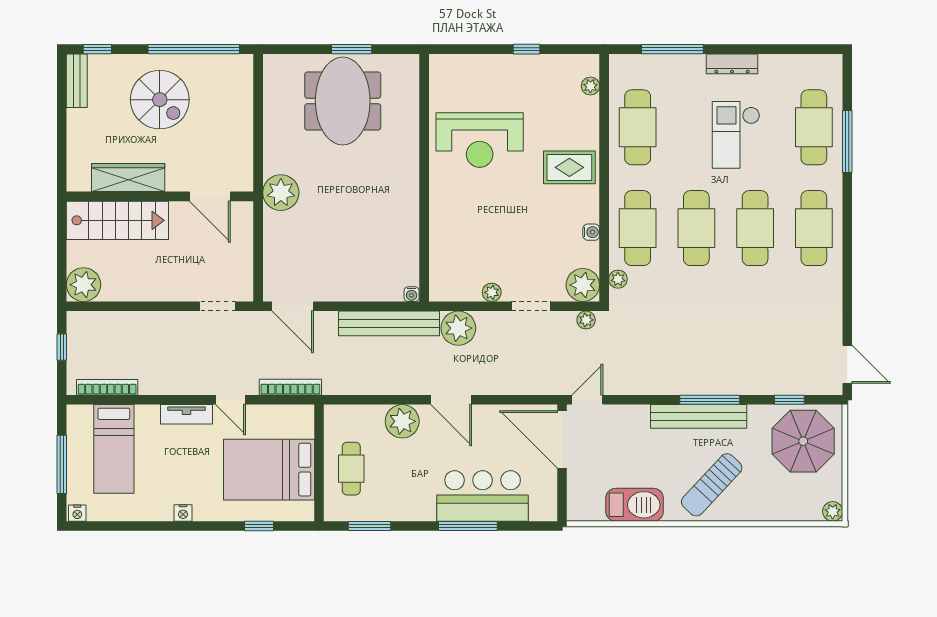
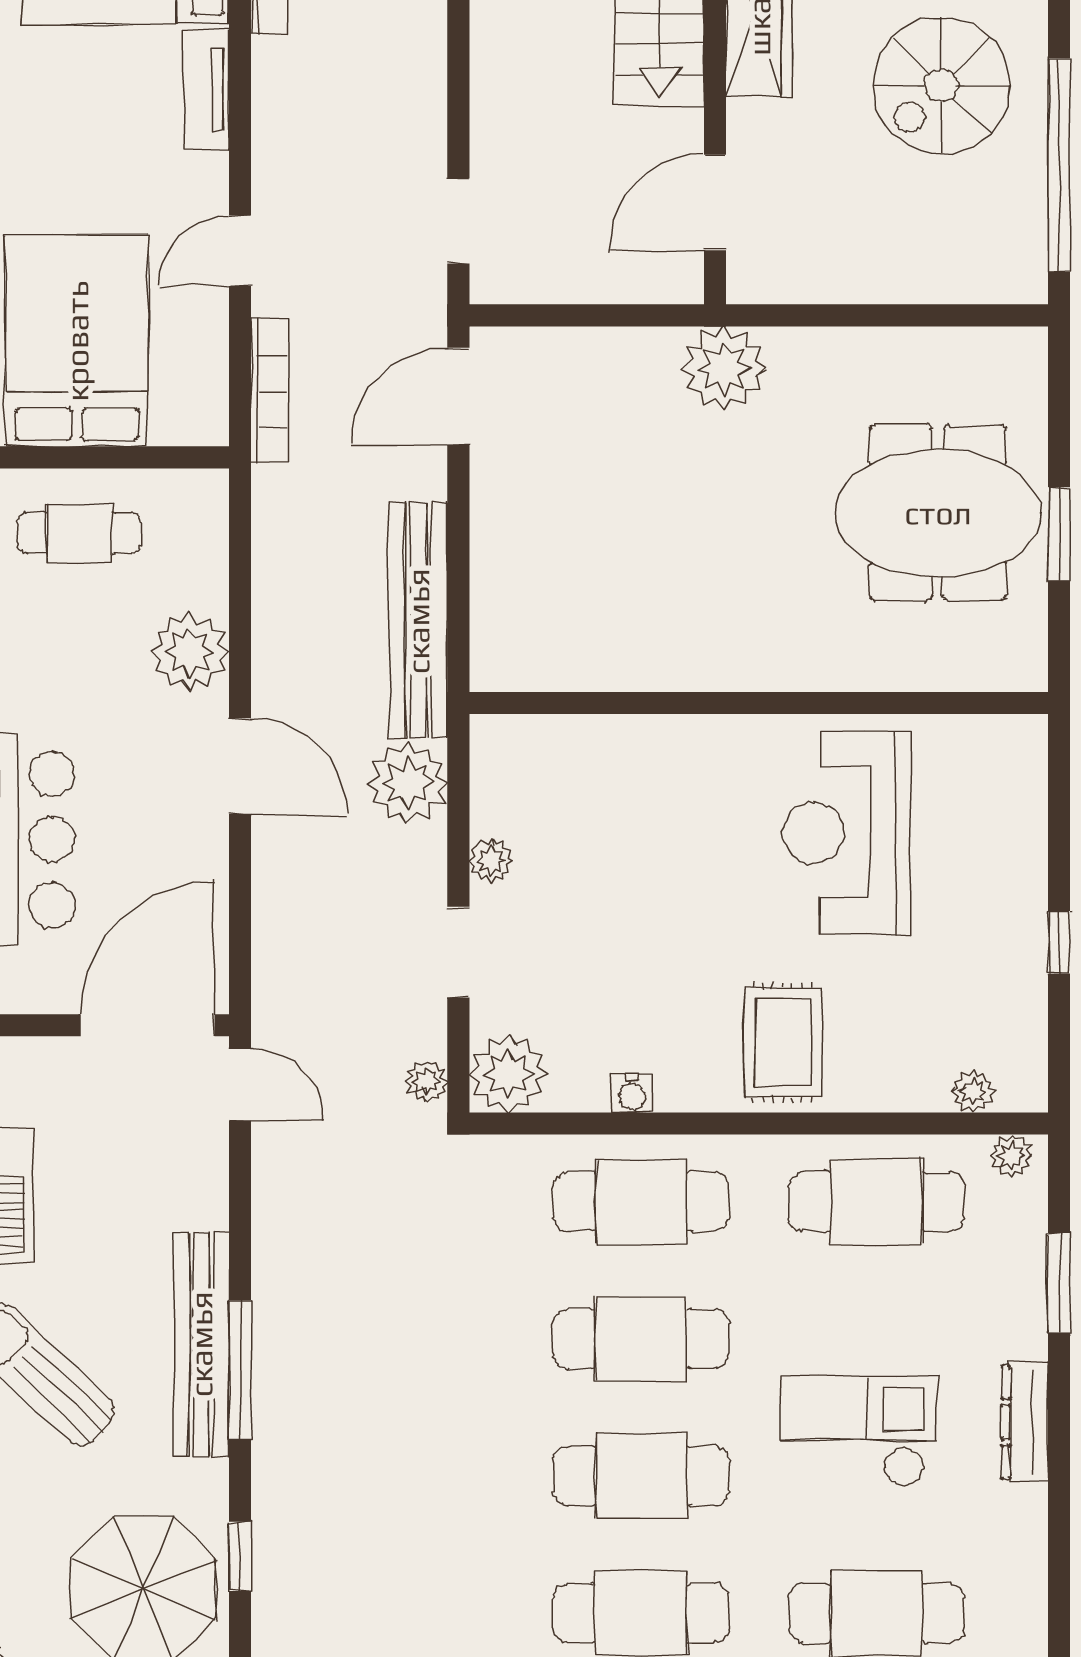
window: (672, 49) -> (1059, 1283), width x0.69
plant: (618, 279) -> (1012, 1156), moved
water cooler: (412, 294) -> (487, 674), removed
door: (451, 400) -> (240, 766), swing flipped
tv unit: (187, 414) -> (206, 90), moved

